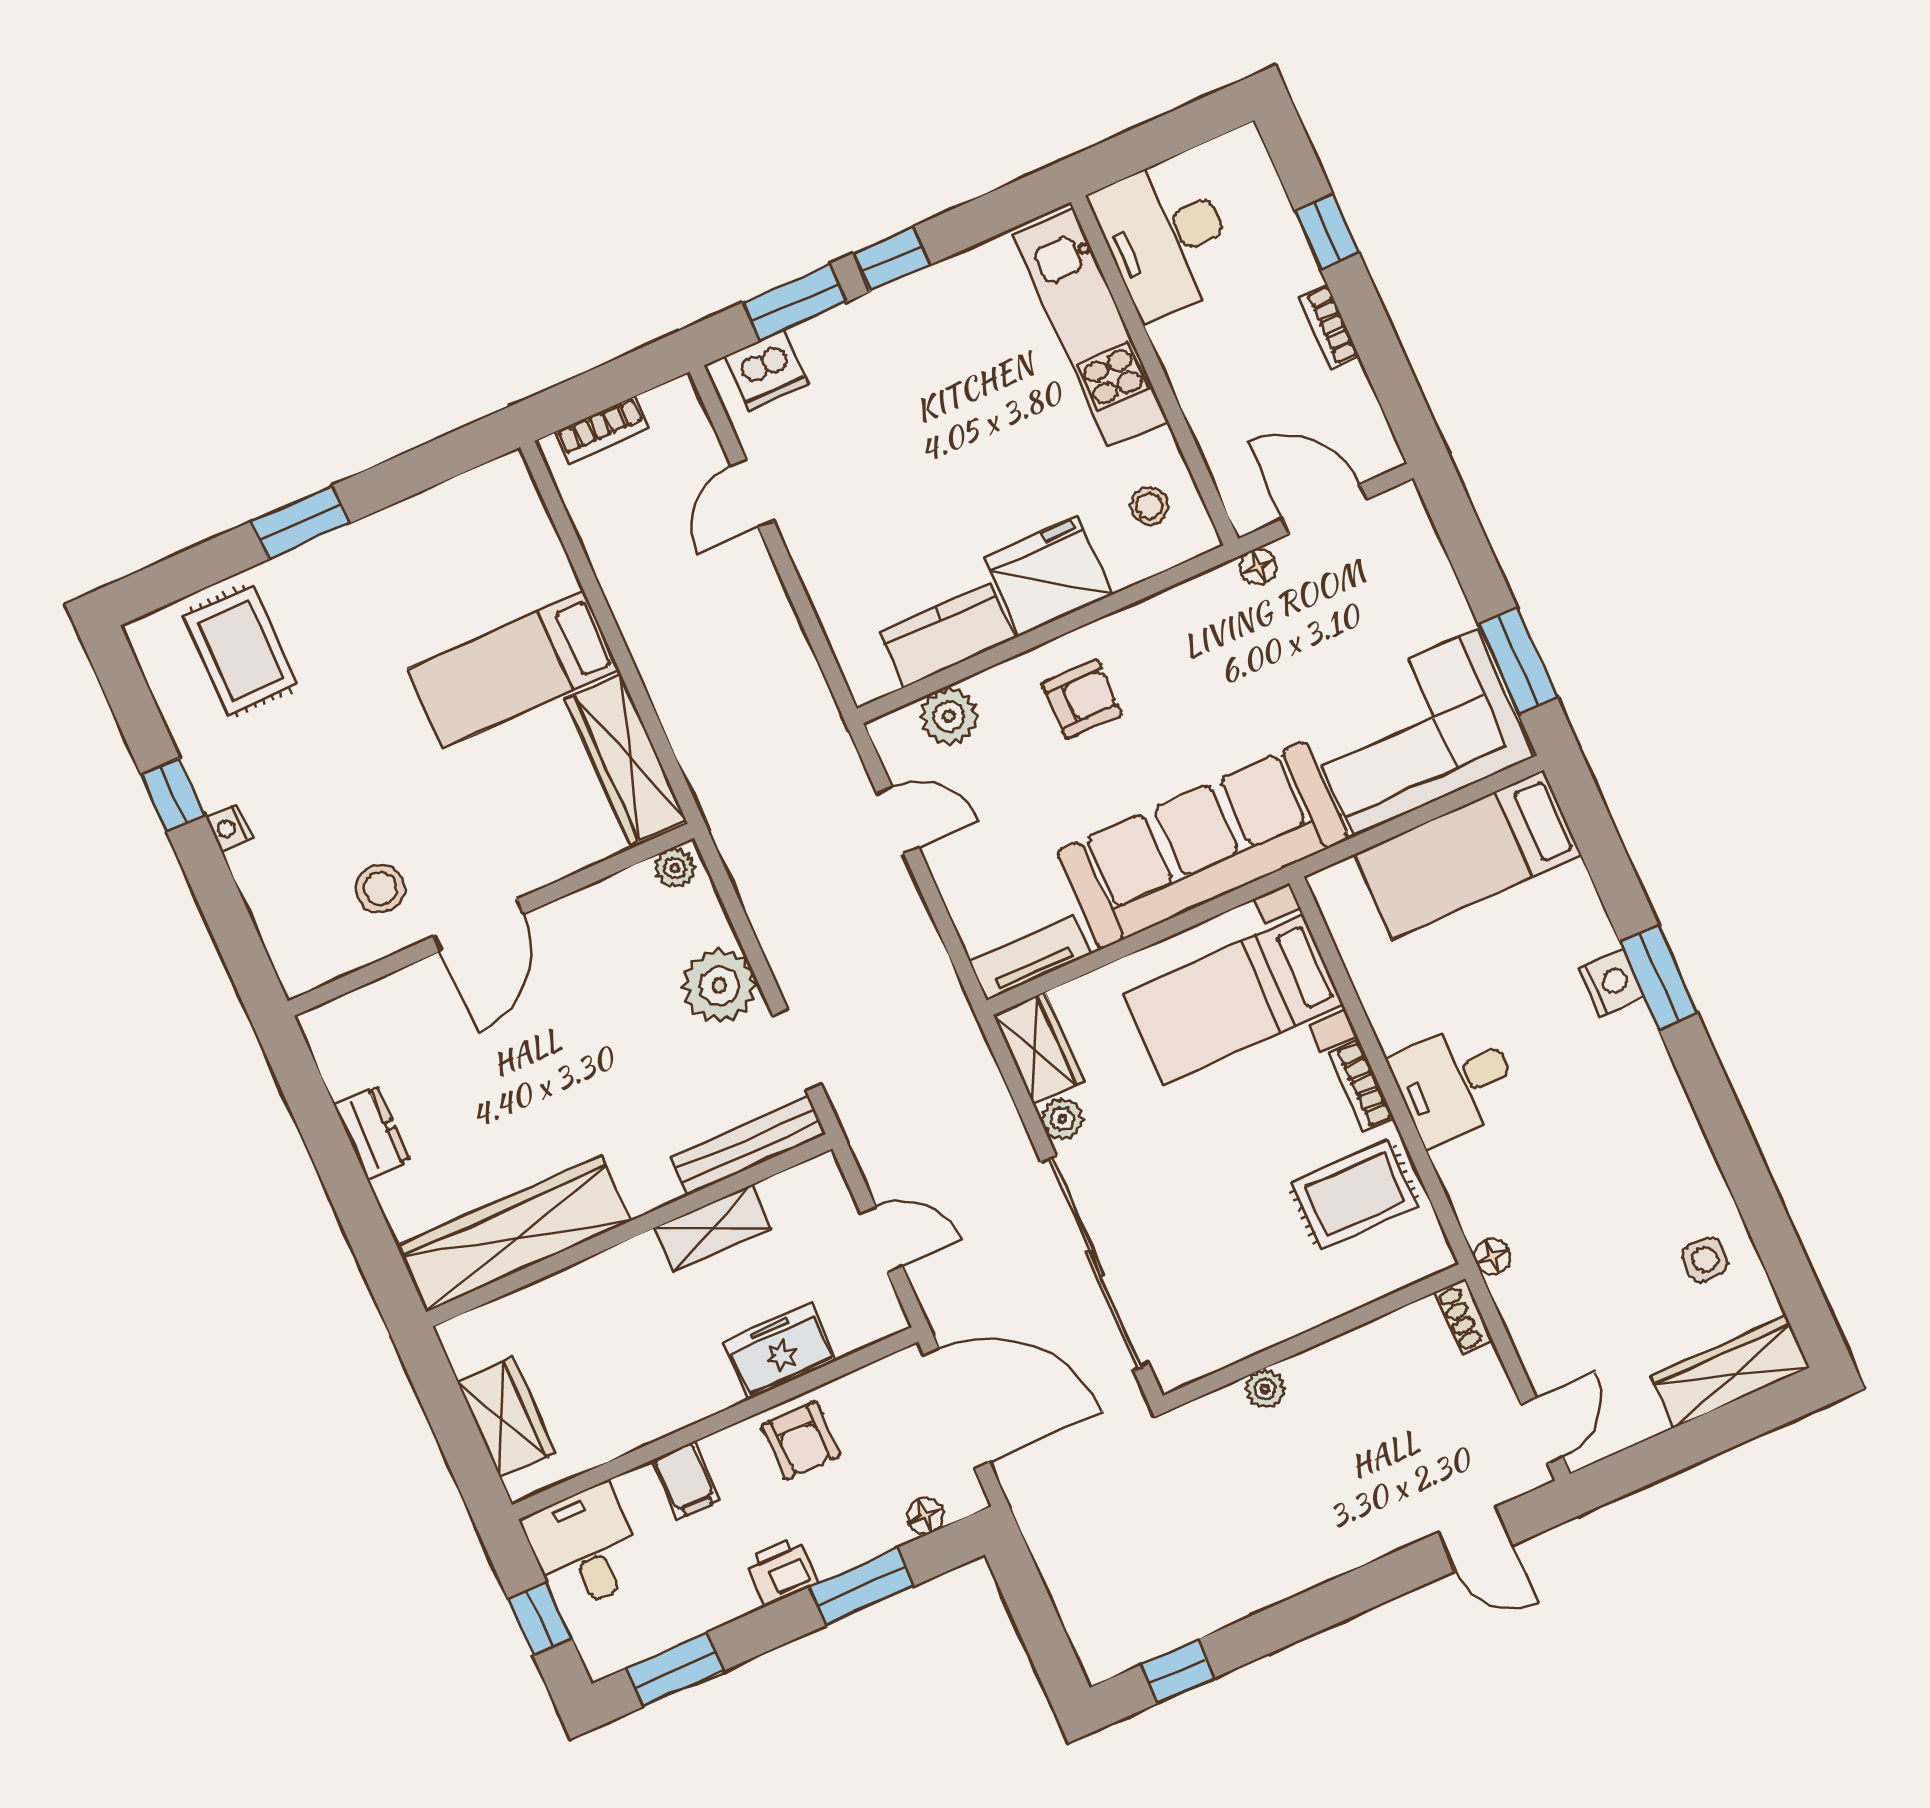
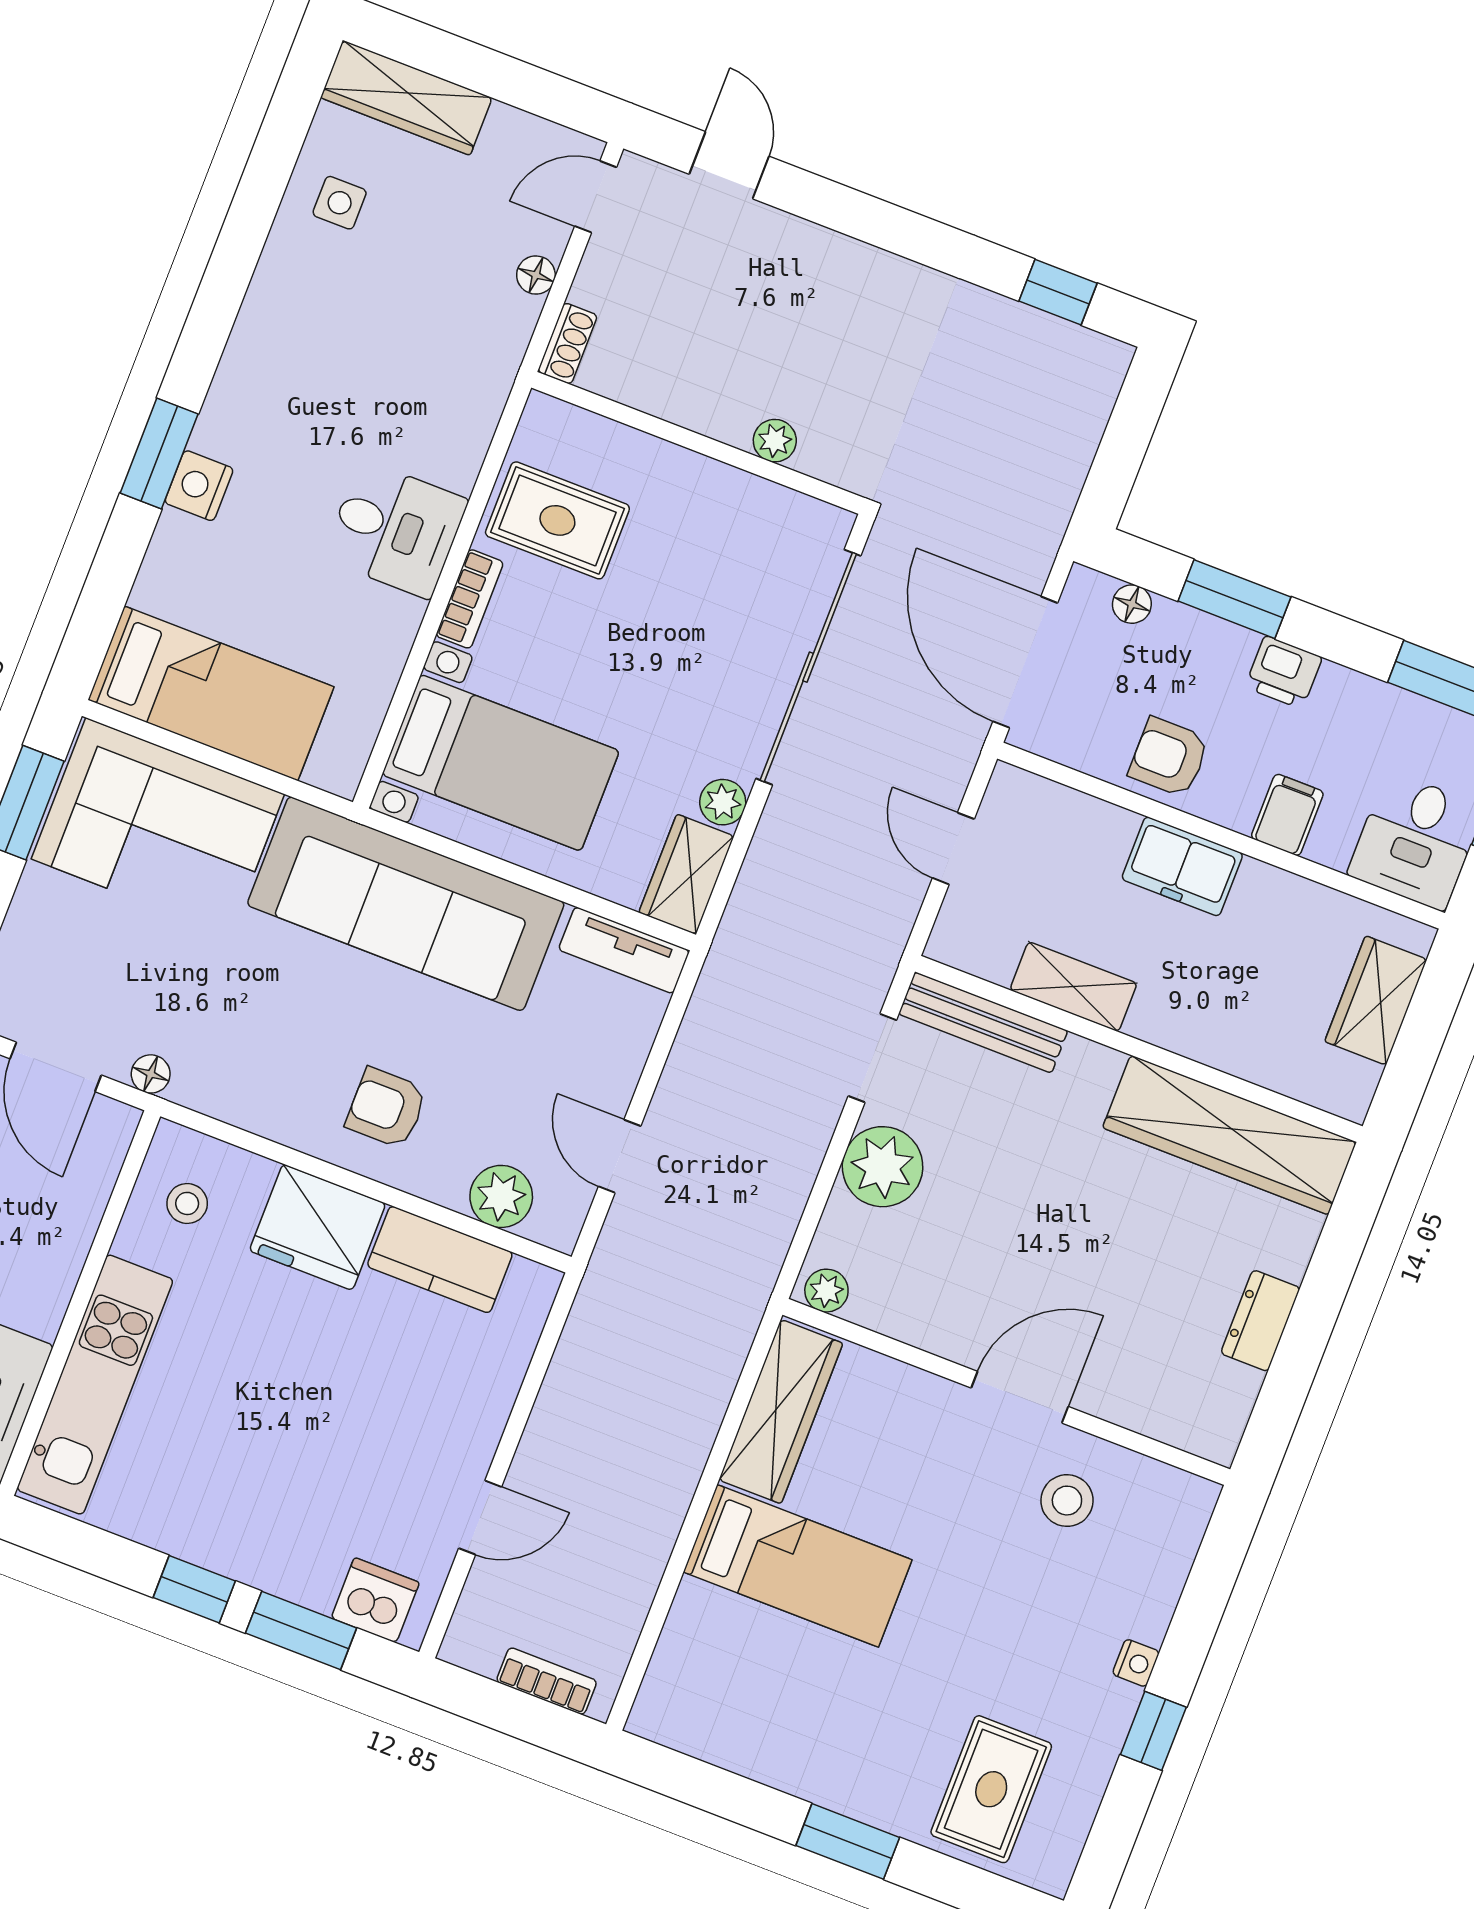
floor lamp: (1492, 1257) -> (536, 275), moved
freezer: (780, 1351) -> (1182, 866), moved
armchair: (801, 1440) -> (1169, 757), turned -90

